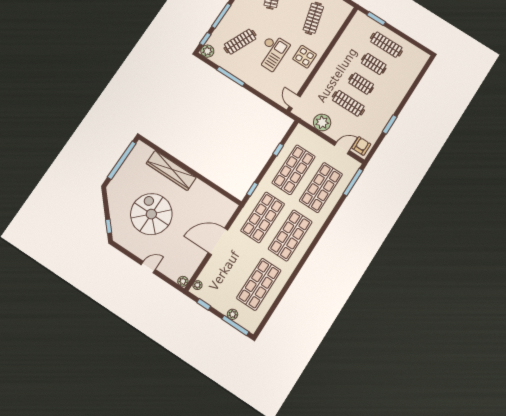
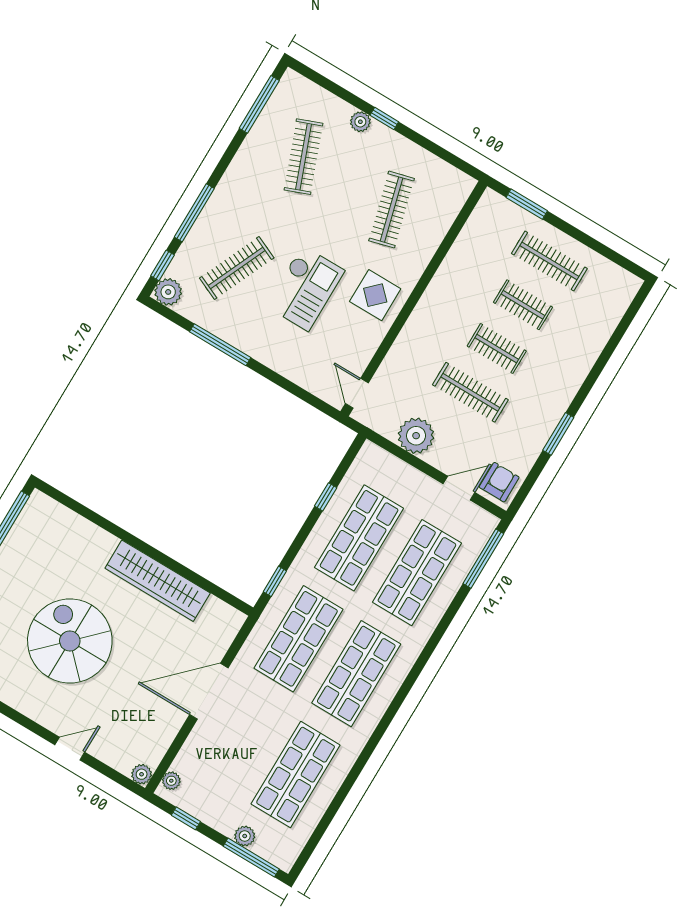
wardrobe: (171, 170) -> (158, 581), moved

